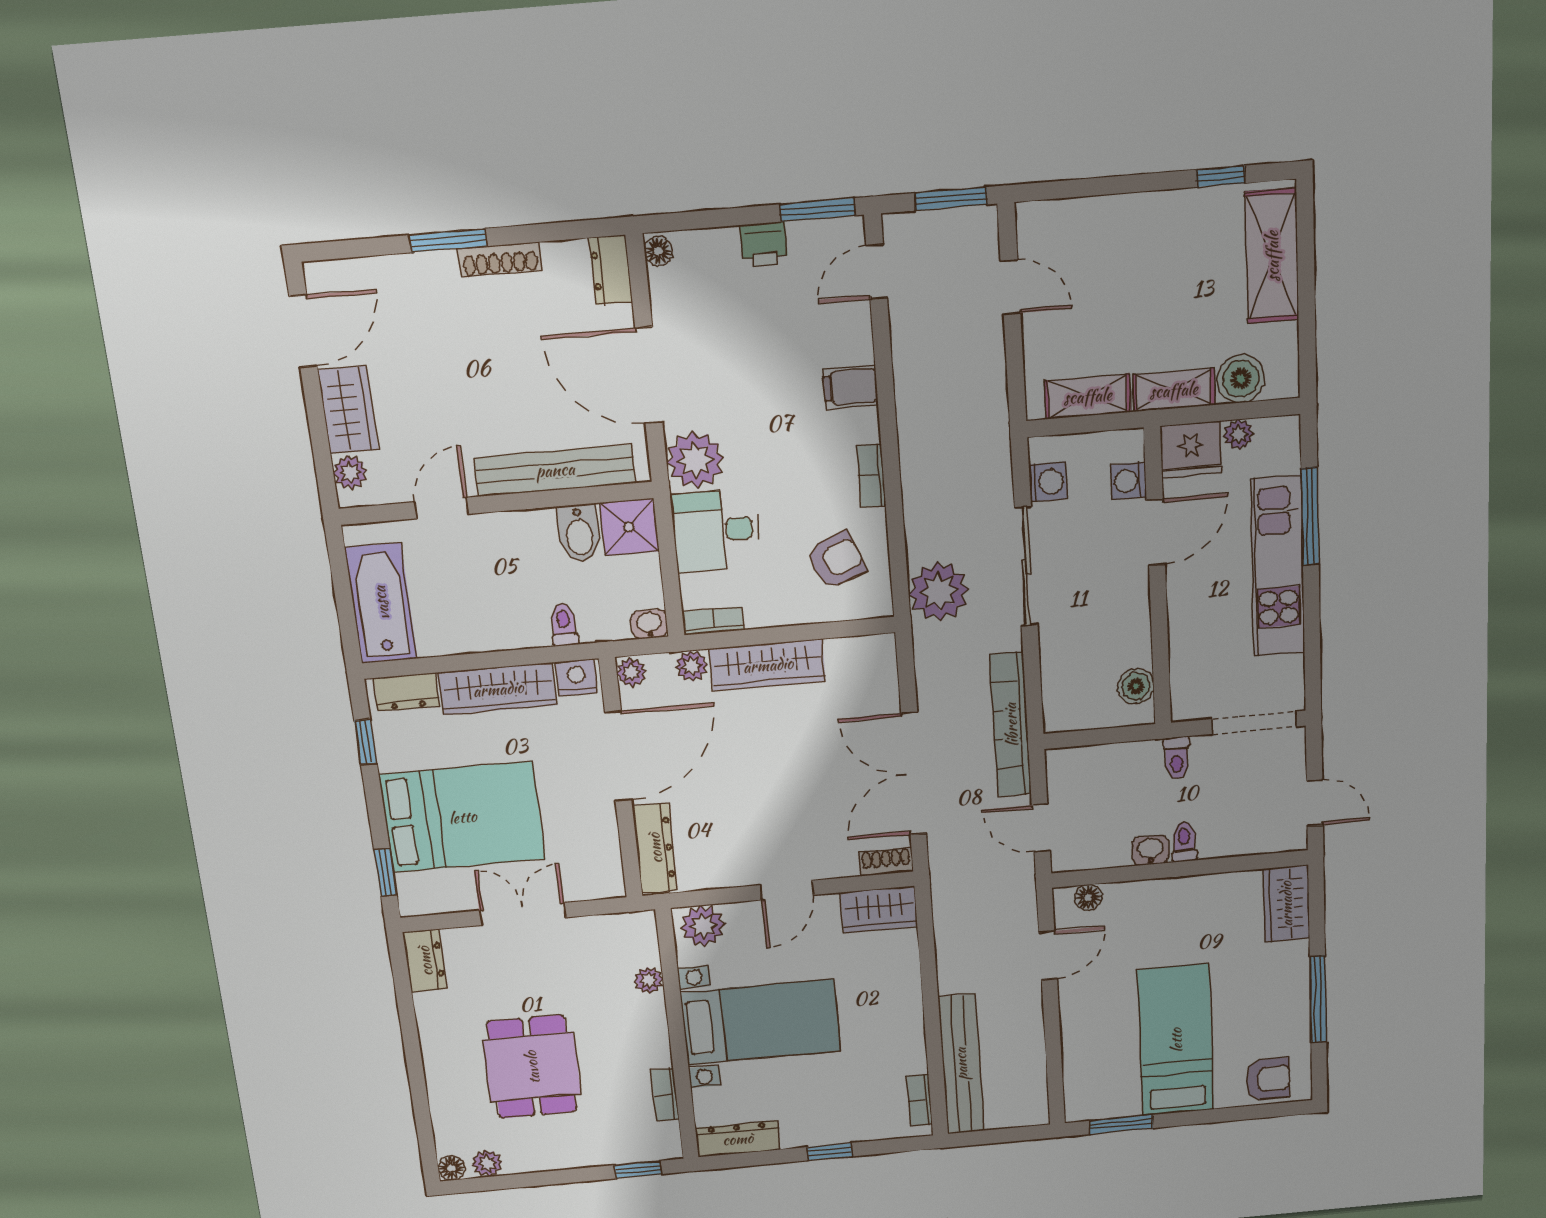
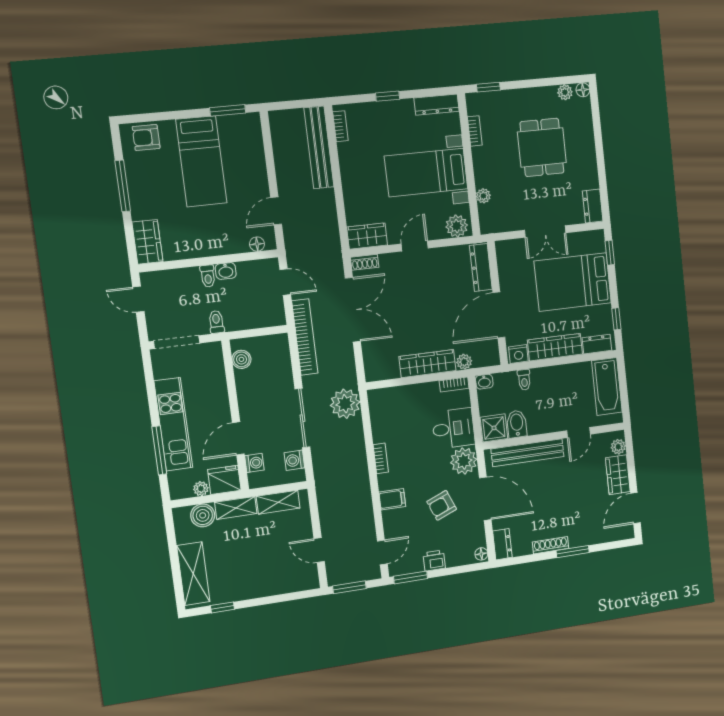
armchair: (836, 560) -> (442, 505), moved
plant: (631, 672) -> (493, 357), removed

